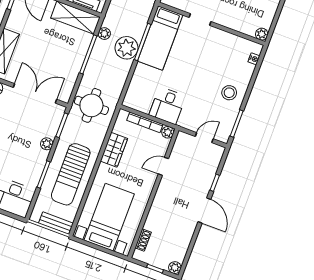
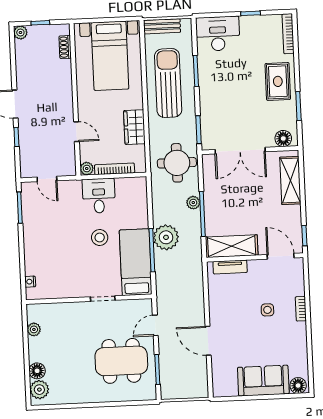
plant: (104, 34) -> (193, 203), moved
plant: (262, 34) -> (34, 329), moved
stool: (229, 93) -> (100, 237), moved
door: (204, 138) -> (47, 179), hinge flipped
plant: (47, 144) -> (206, 104), removed
door: (163, 166) -> (76, 132), hinge flipped

